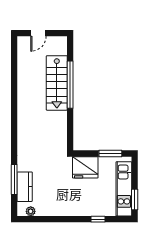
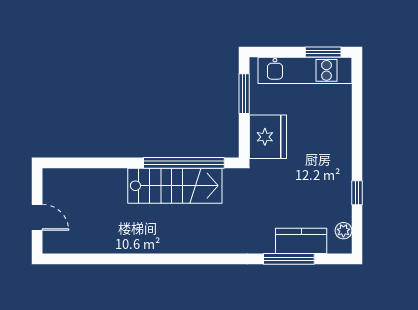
stairs: (57, 83) -> (175, 186), moved
window: (70, 85) -> (184, 163), moved
window: (98, 219) -> (357, 193), moved

